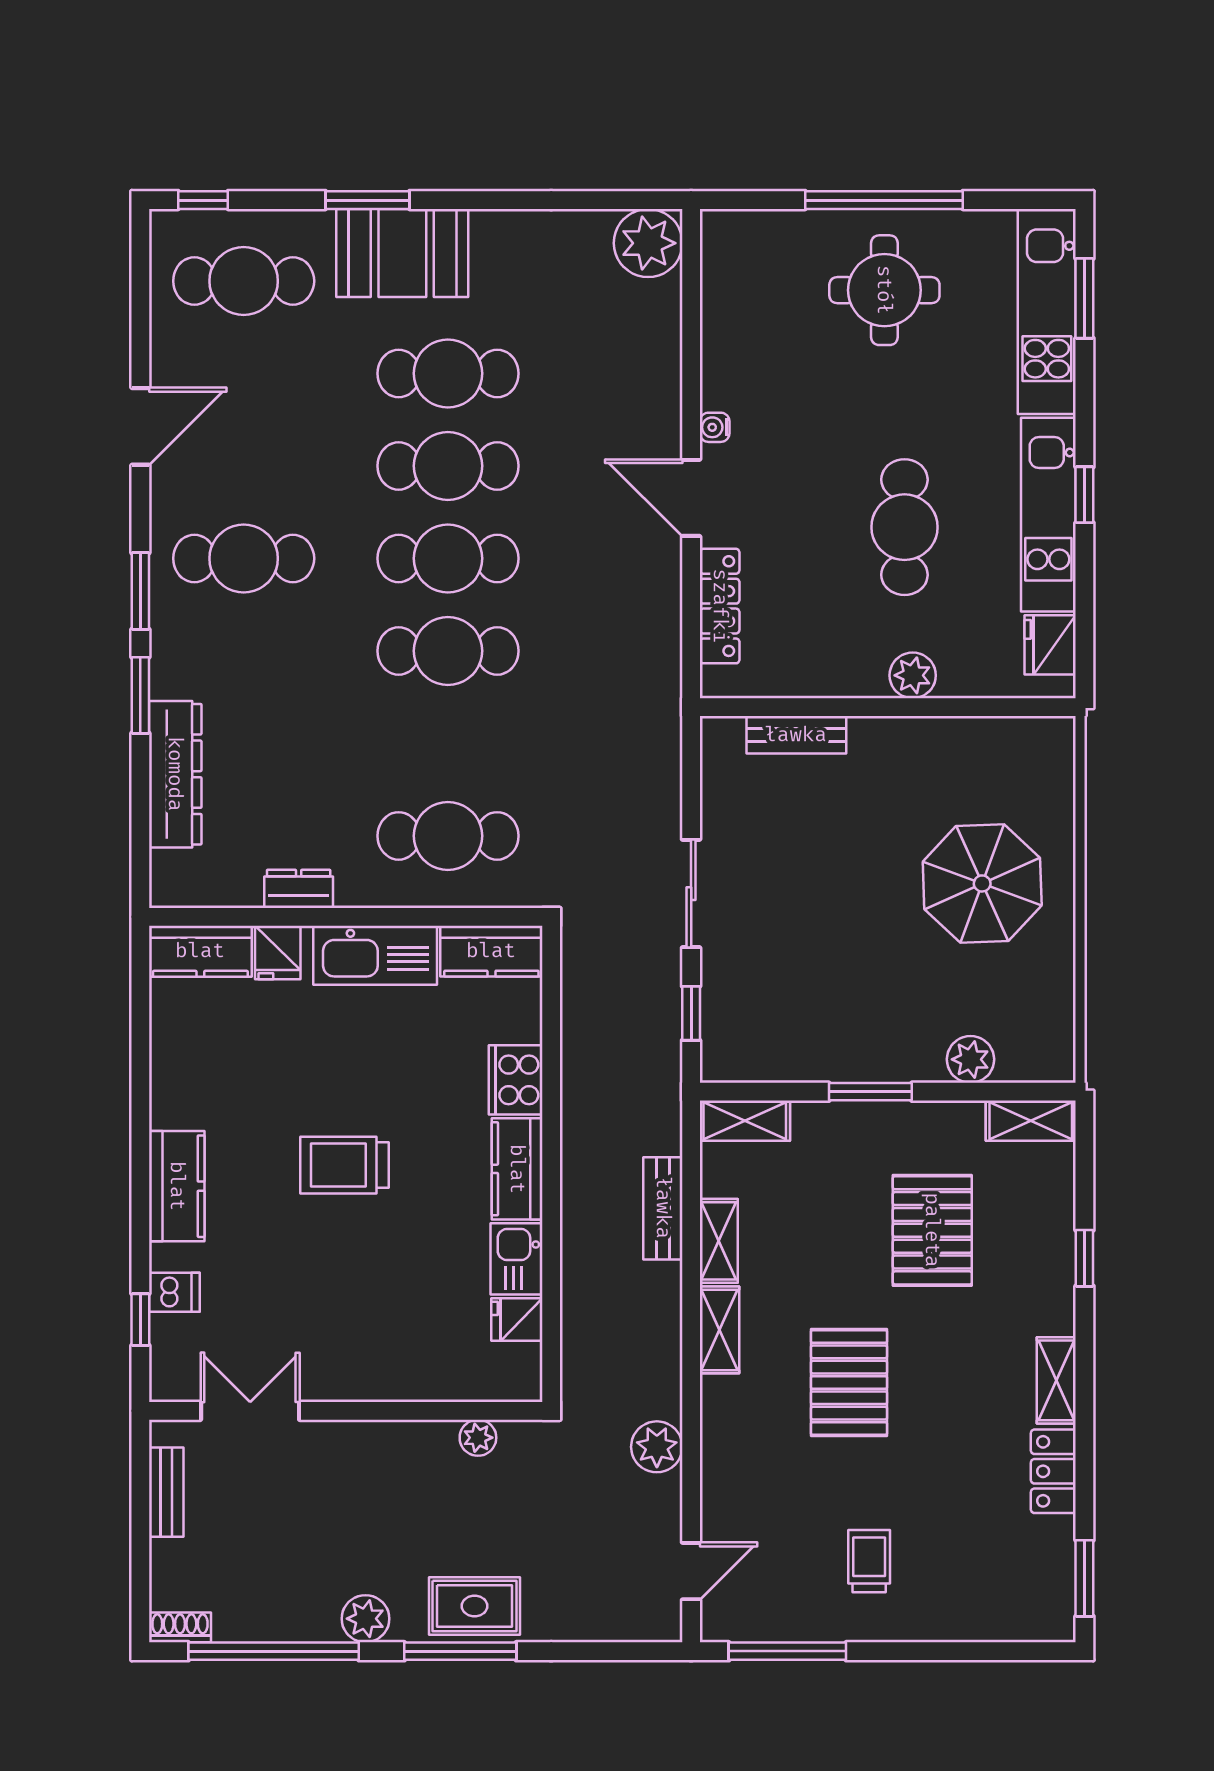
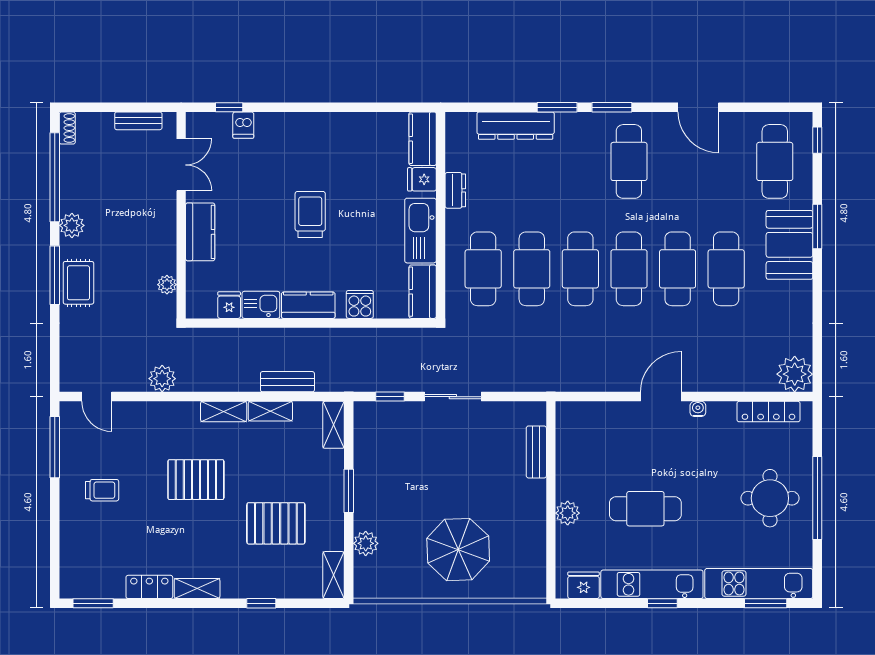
locker: (720, 606) -> (768, 412), moved
cafe table: (448, 743) -> (532, 269), added
cooker: (516, 1080) -> (360, 304), width x0.73
kitchen counter: (177, 1186) -> (200, 232), moved, turned -90

